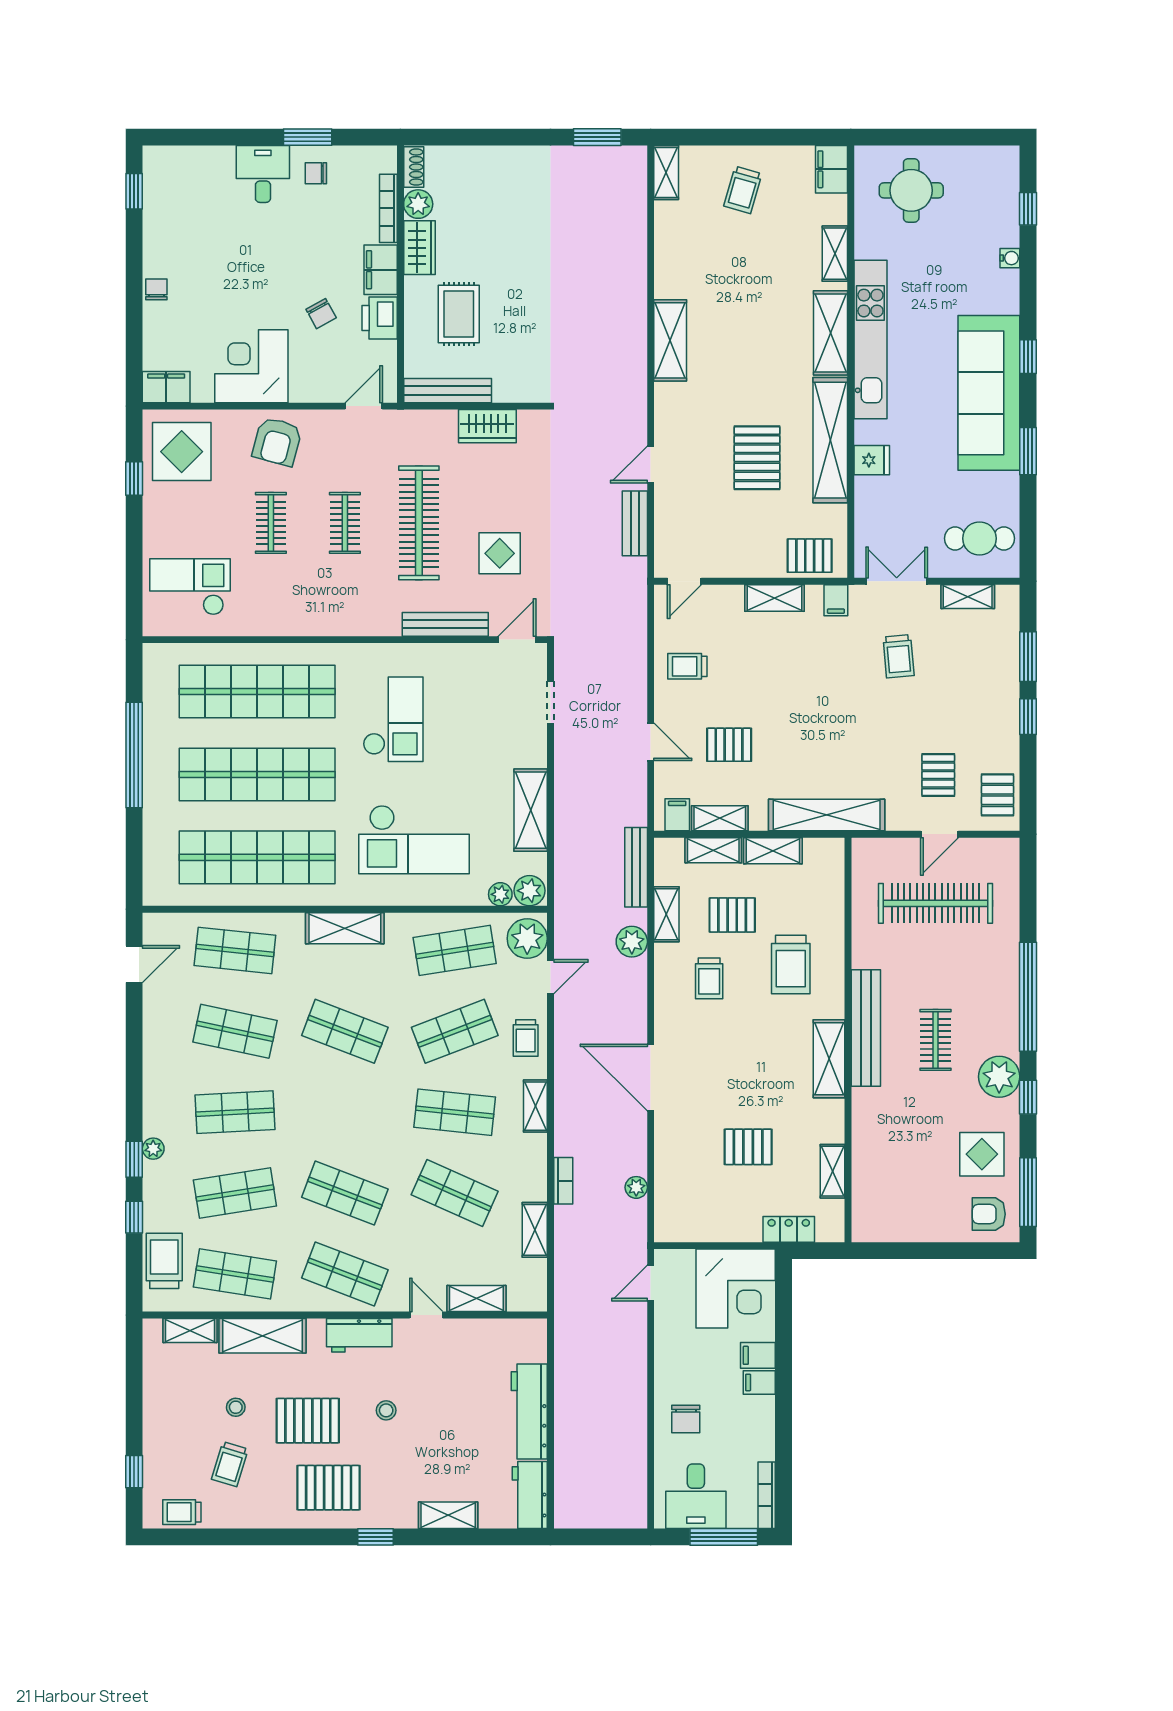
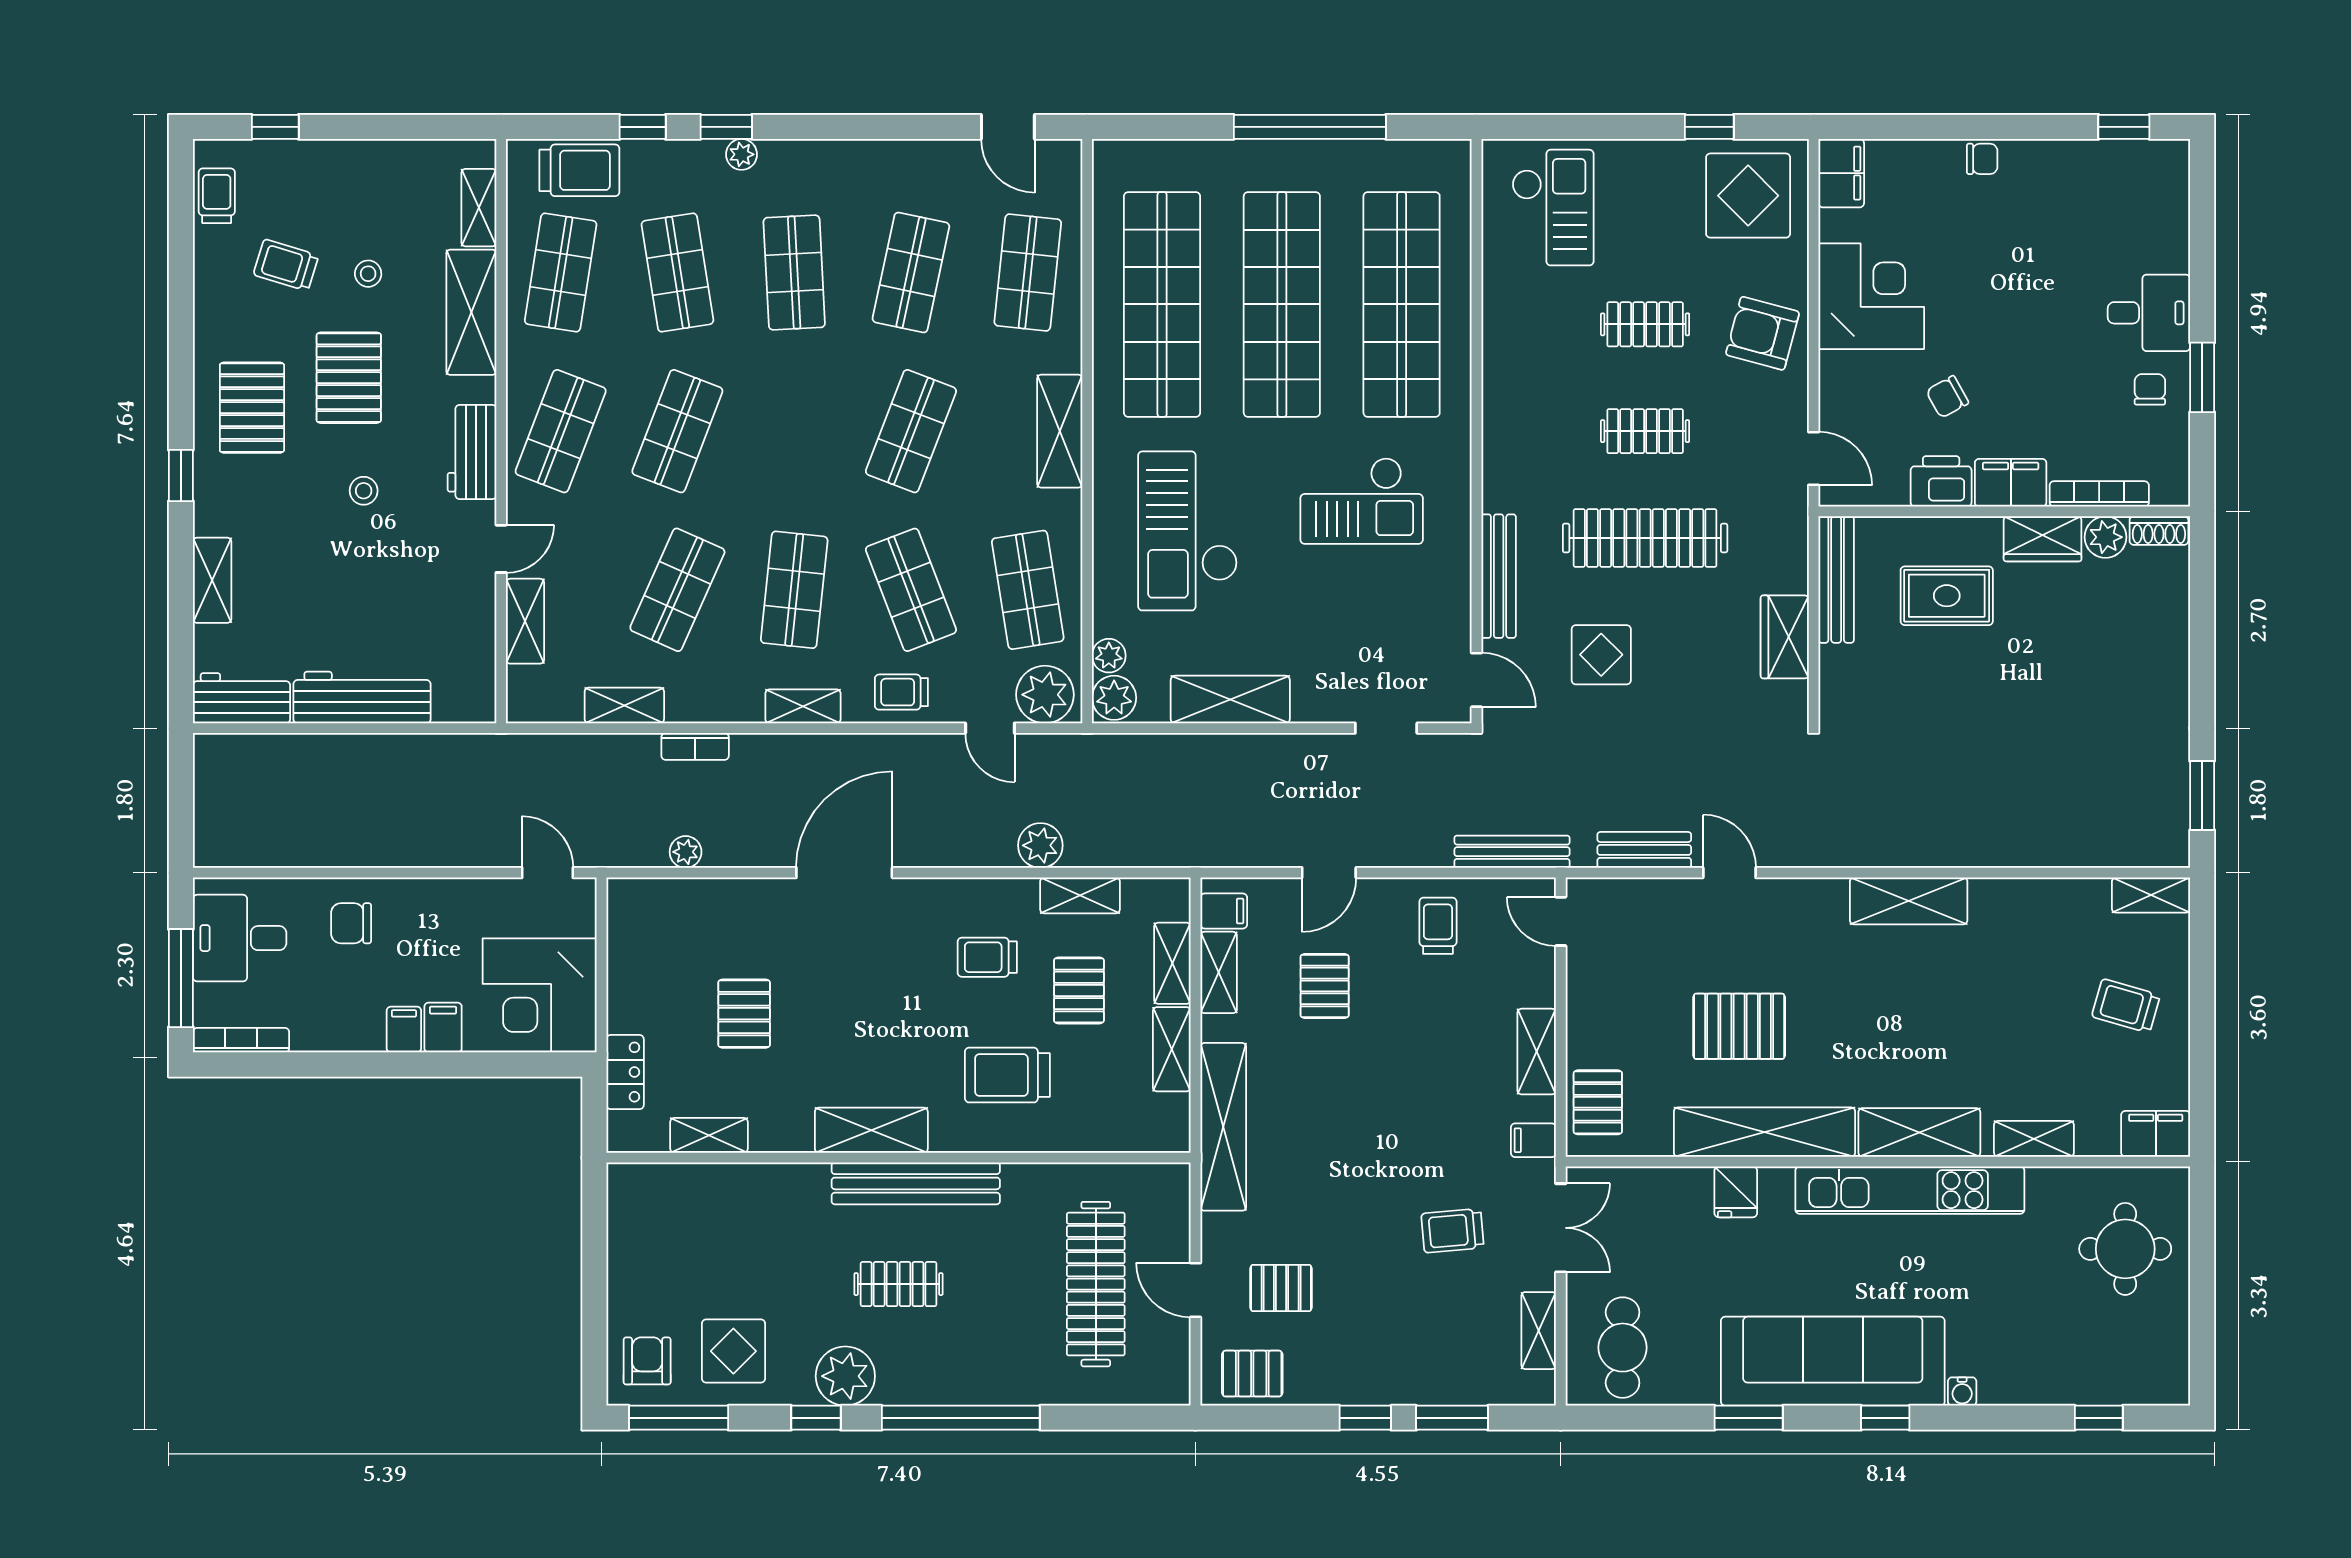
water cooler: (1010, 258) -> (1962, 1391), moved
bench: (636, 867) -> (1512, 852), moved

